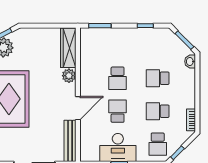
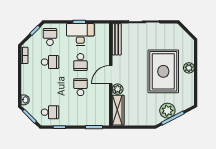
school desk: (158, 78) -> (50, 112), moved
door: (78, 108) -> (111, 75), moved

